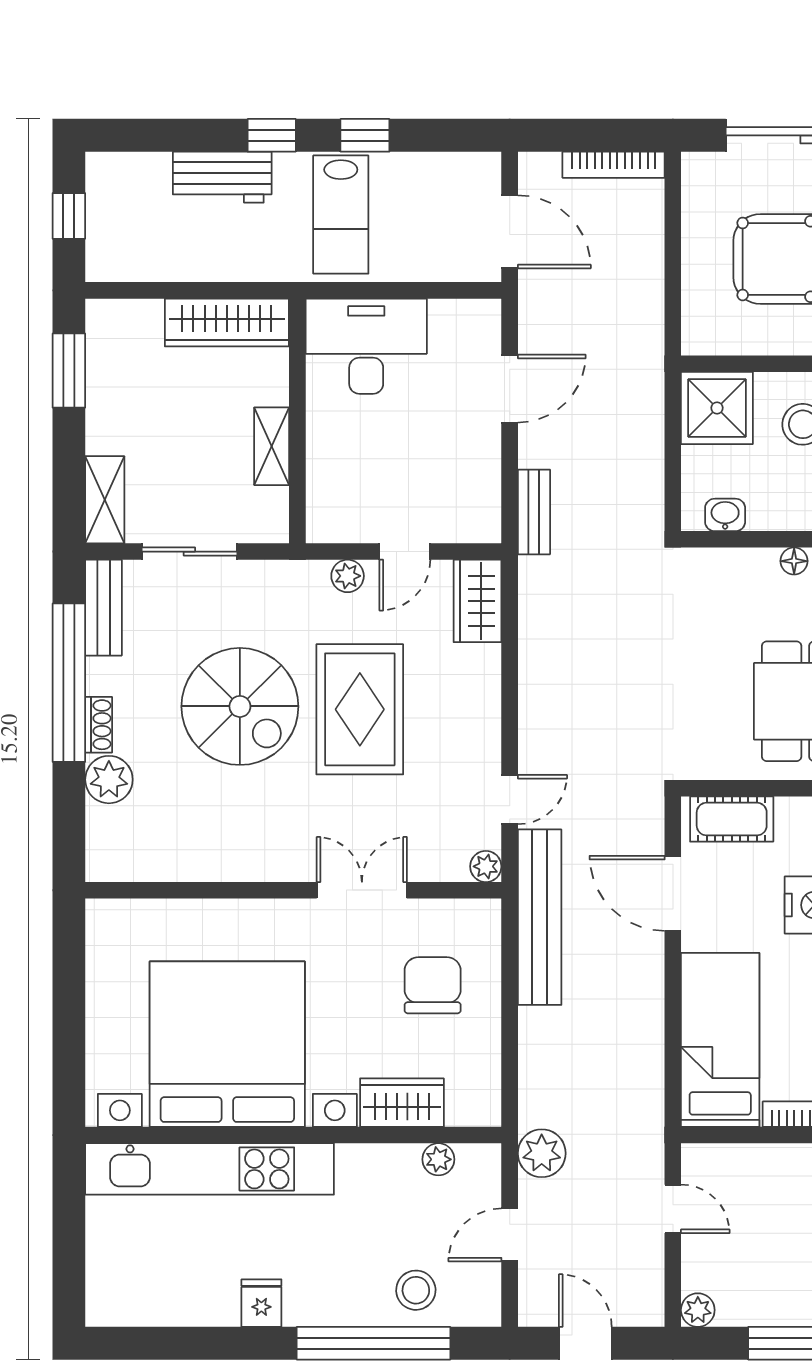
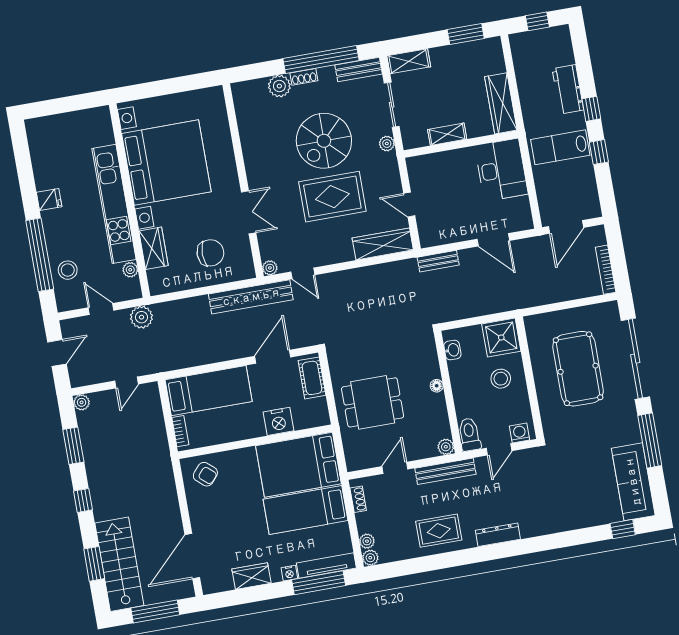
plant: (348, 576) -> (387, 144), moved
wardrobe: (478, 601) -> (383, 244), width x1.50
kitchen unit: (210, 1169) -> (114, 204), moved

